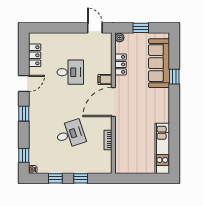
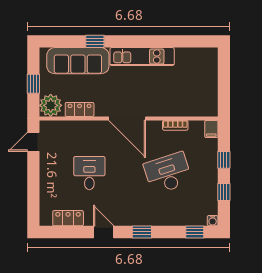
plant: (120, 37) -> (51, 105), width x1.88, depth x1.88
filing cabinet: (105, 80) -> (211, 129), moved
desk: (70, 134) -> (168, 173), width x1.37
kitchen unit: (162, 148) -> (142, 57), moved

